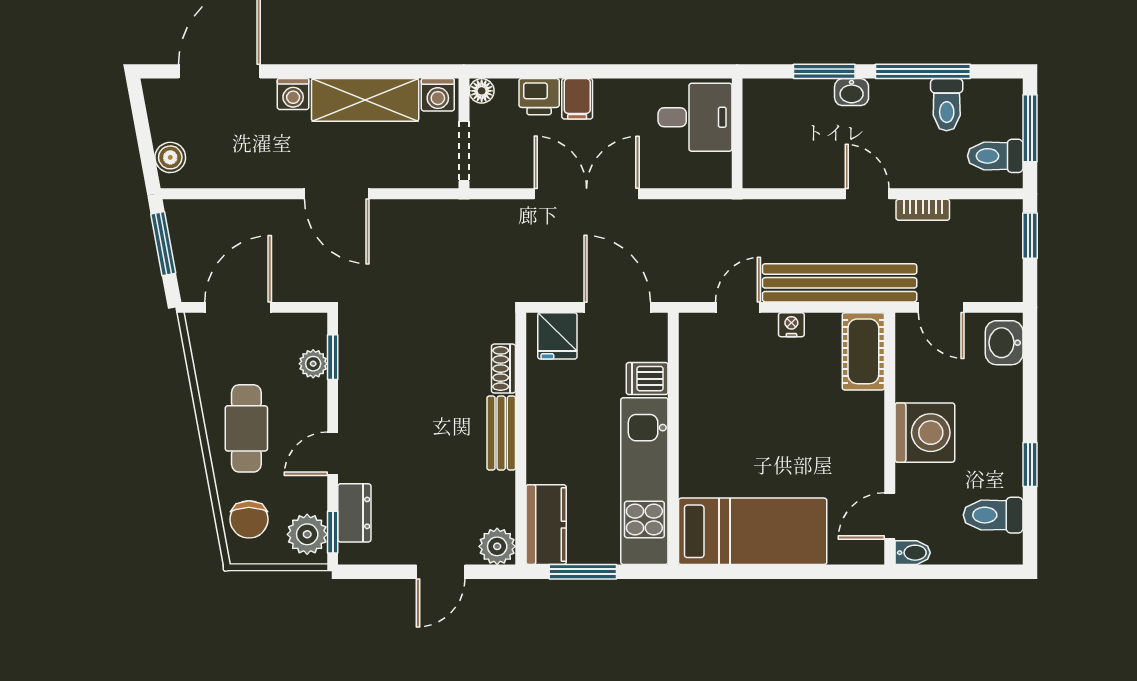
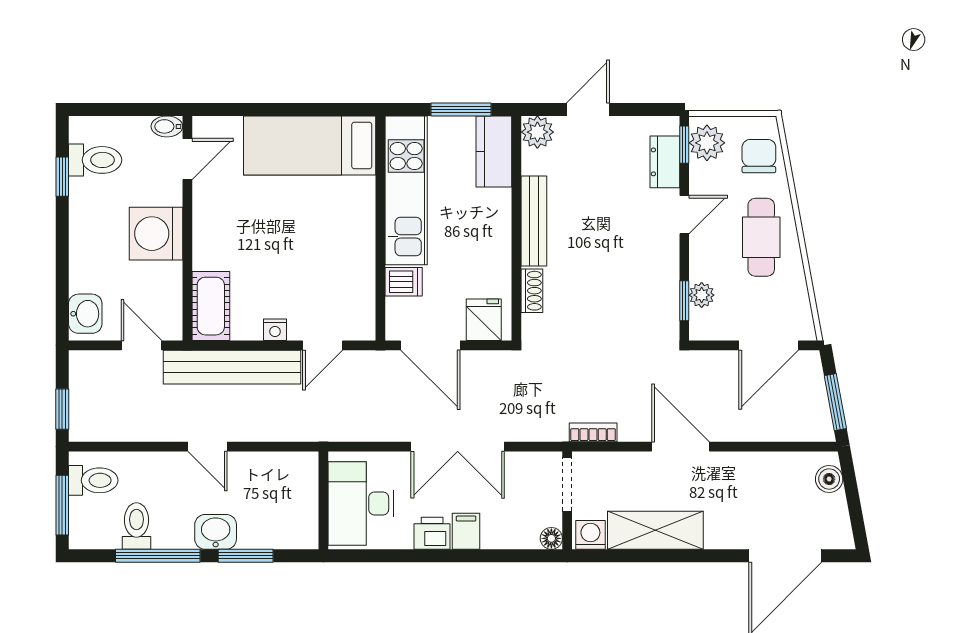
washbasin: (852, 92) -> (216, 532), width x1.38, depth x1.45
washing machine: (293, 94) -> (720, 536), removed
printer: (539, 97) -> (432, 533), moved
desk: (695, 117) -> (361, 503), width x1.37
bookcase: (923, 210) -> (593, 432), moved
bench: (501, 433) -> (534, 221), width x1.36
window: (1030, 465) -> (62, 177), moved

